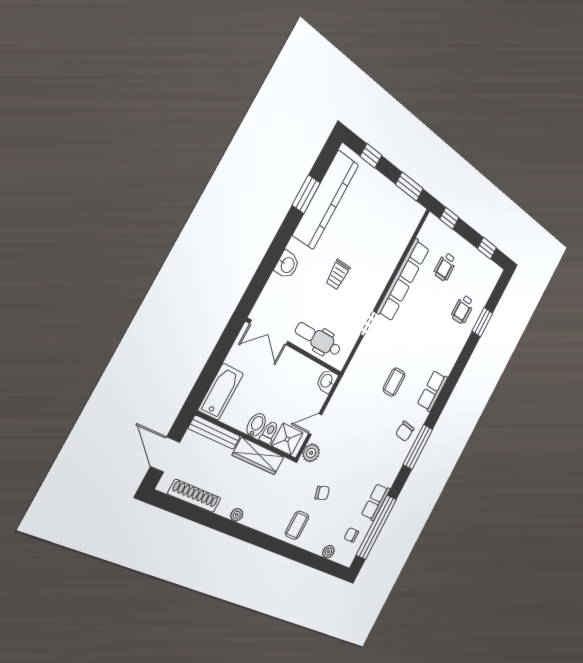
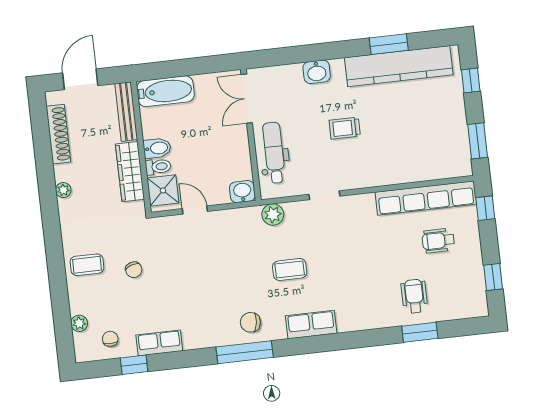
row of seats: (403, 280) -> (426, 198), moved
wheelchair: (463, 309) -> (414, 296), turned 90
plant: (311, 453) -> (273, 215), moved
window: (376, 527) -> (134, 365), width x0.32

